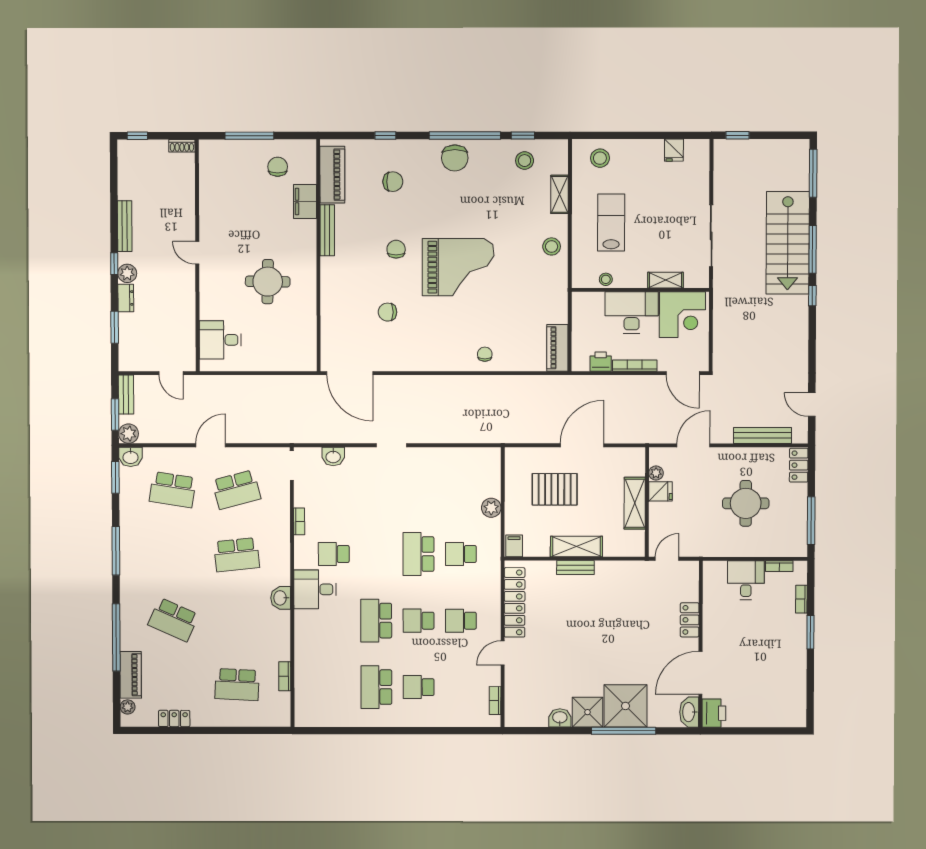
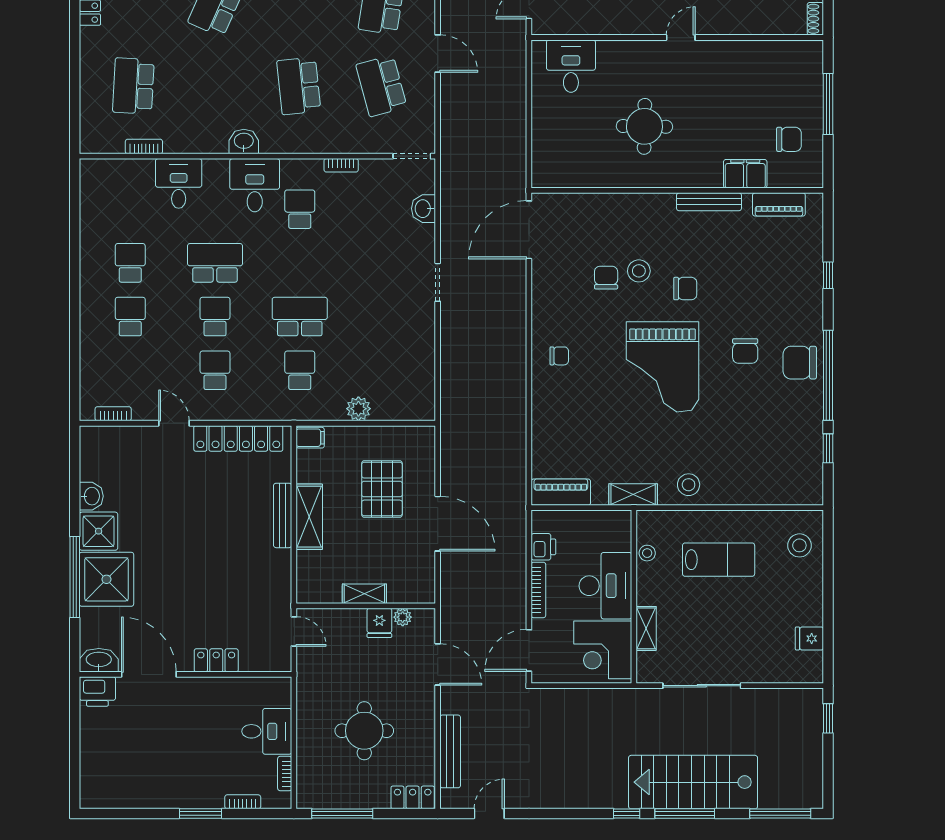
stool: (525, 161) -> (639, 271), moved
piano: (332, 175) -> (779, 204), width x0.73, depth x0.75
chair: (393, 182) -> (745, 351), moved
shelving: (559, 194) -> (633, 495), moved
chair: (485, 354) -> (559, 356), moved
shelving: (635, 503) -> (364, 594), width x0.67, depth x0.75
bench: (575, 568) -> (283, 515), width x1.36
desk: (314, 649) -> (179, 183), added
school desk: (376, 687) -> (130, 263), width x0.54

